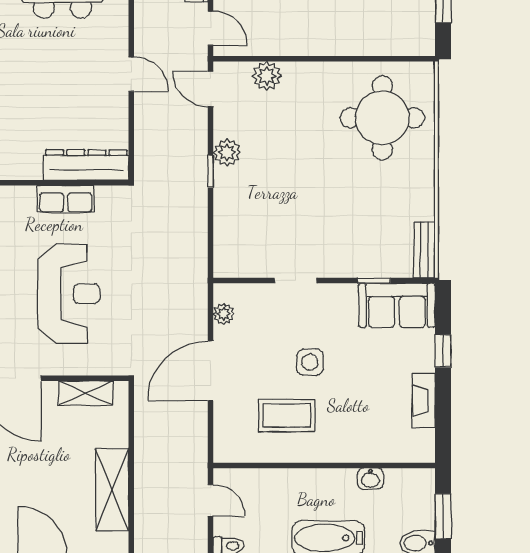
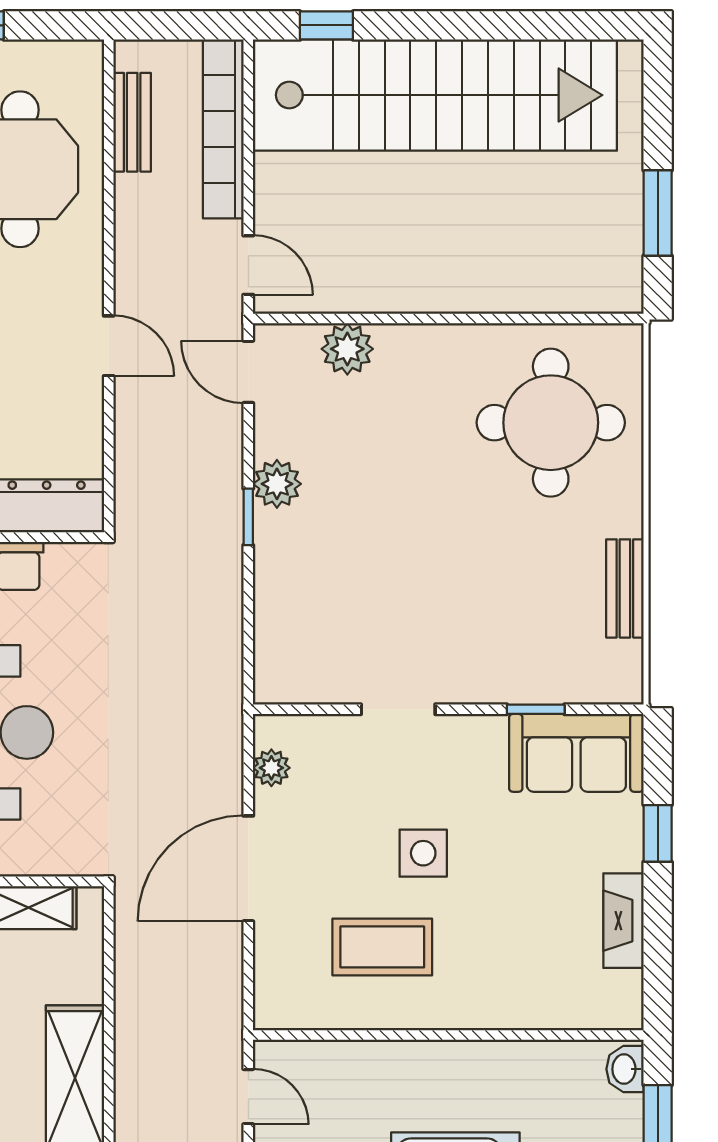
bench: (424, 250) -> (625, 588), moved
washbasin: (370, 479) -> (625, 1069), moved, turned 90

